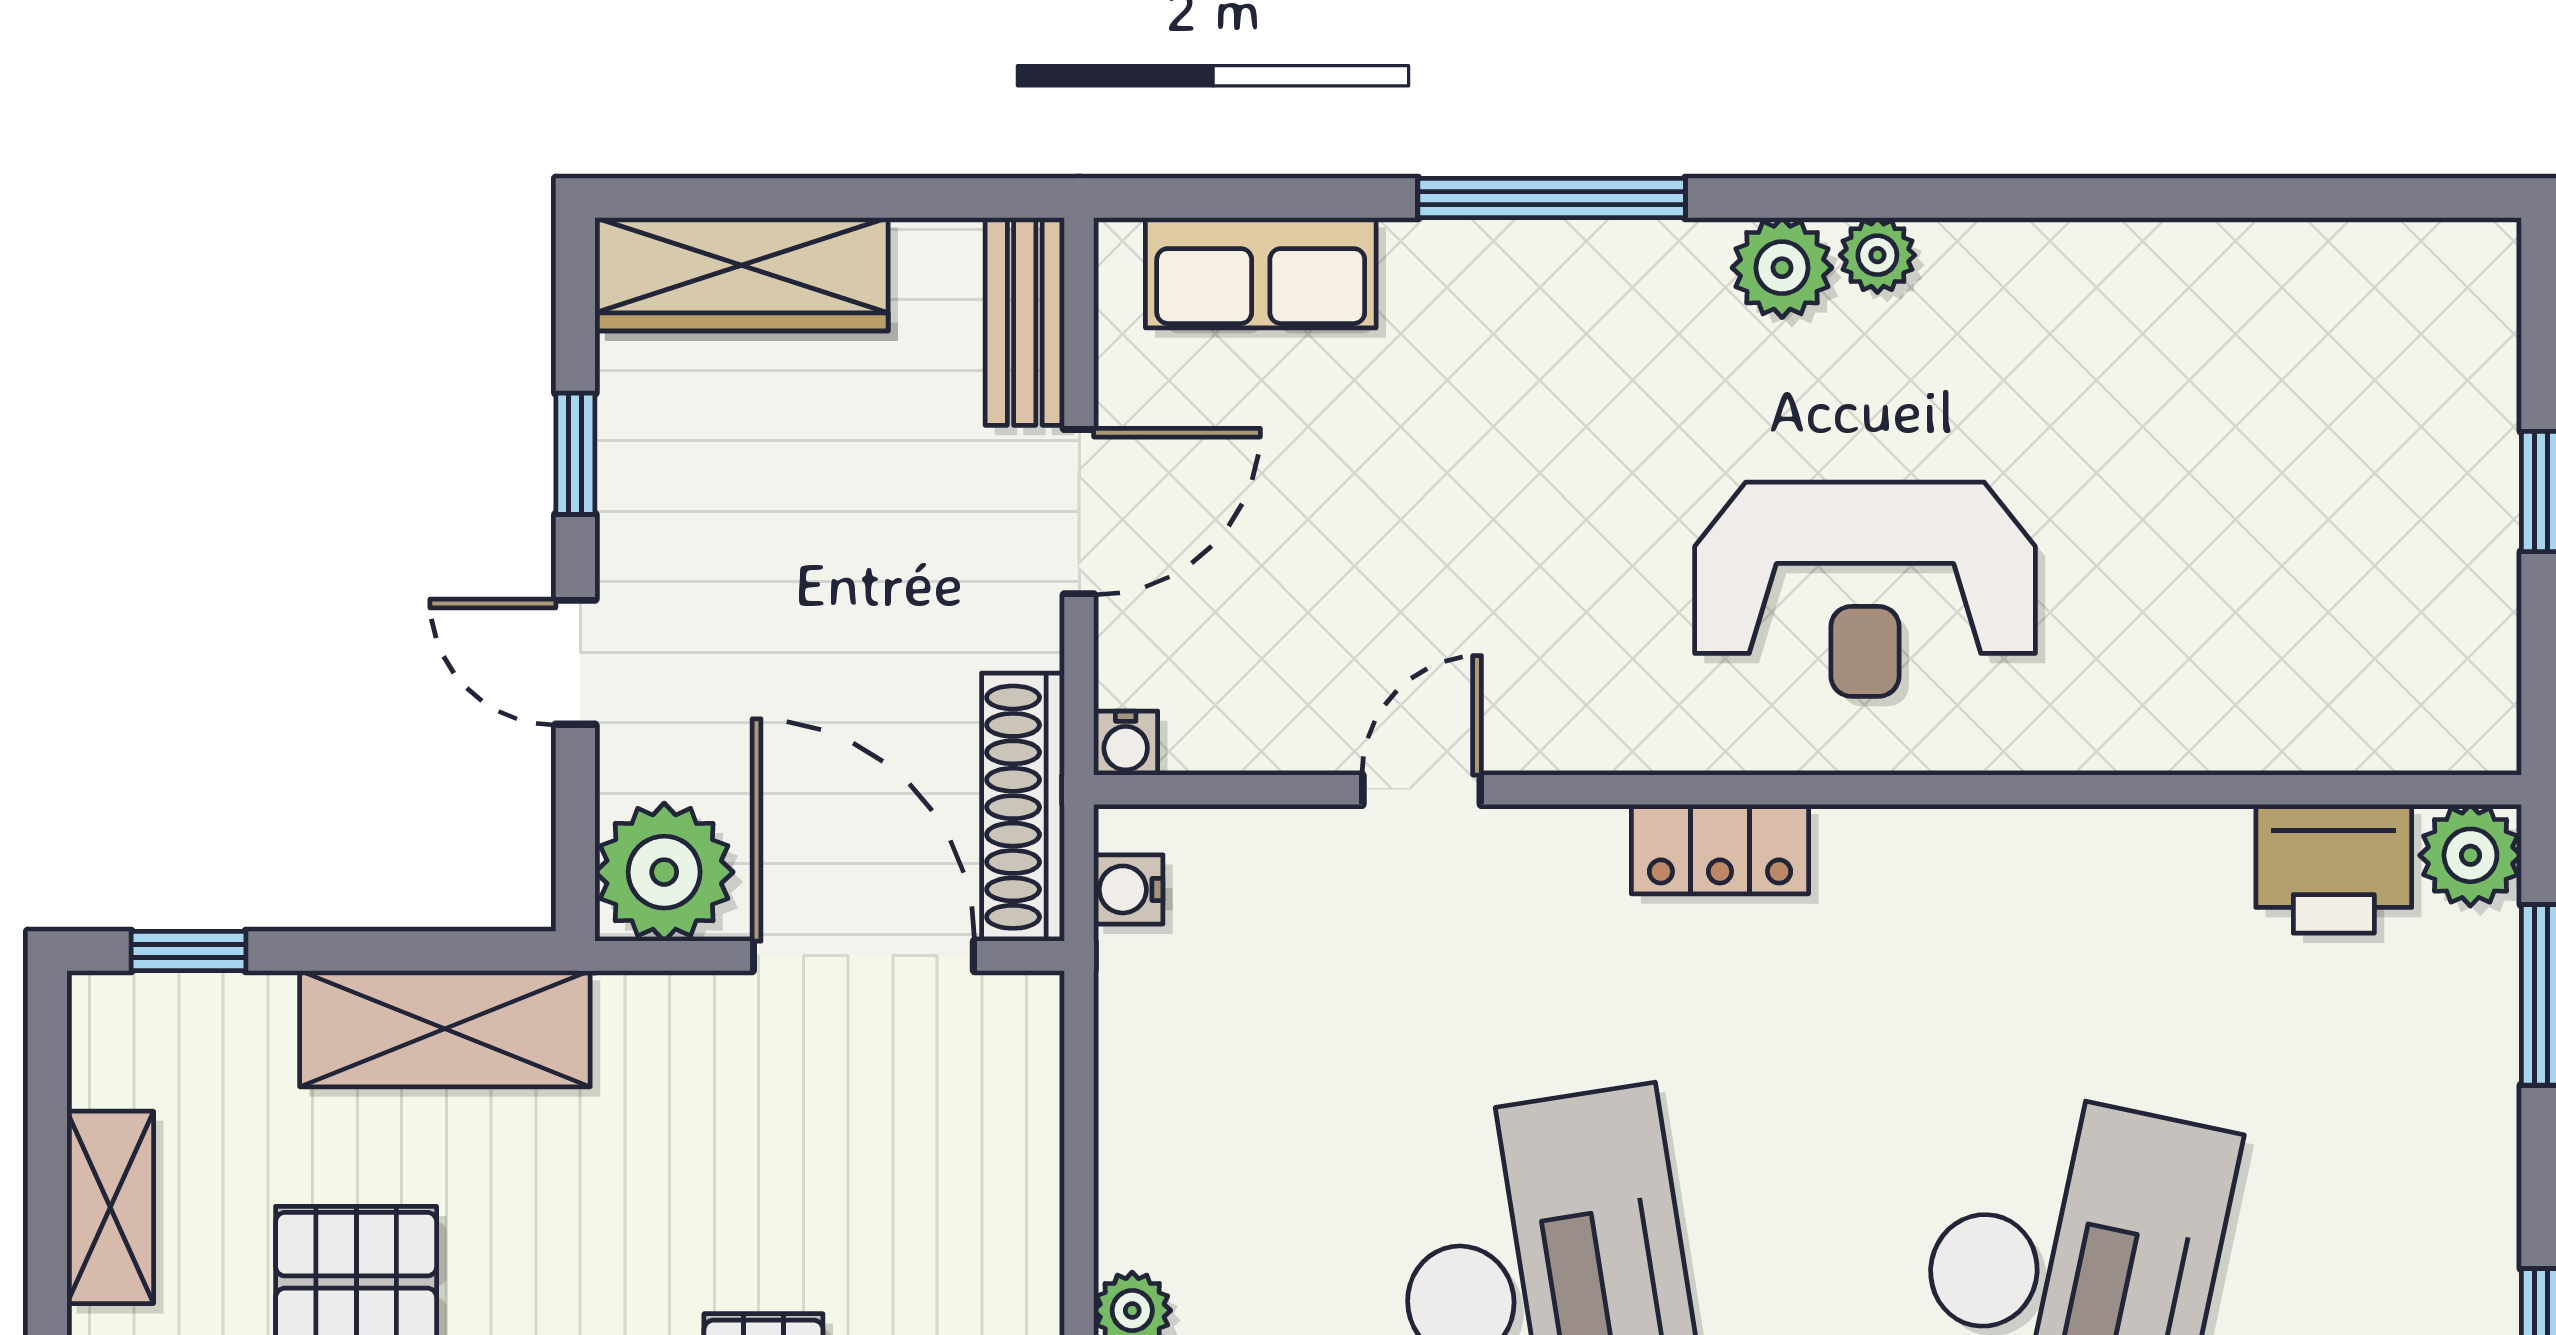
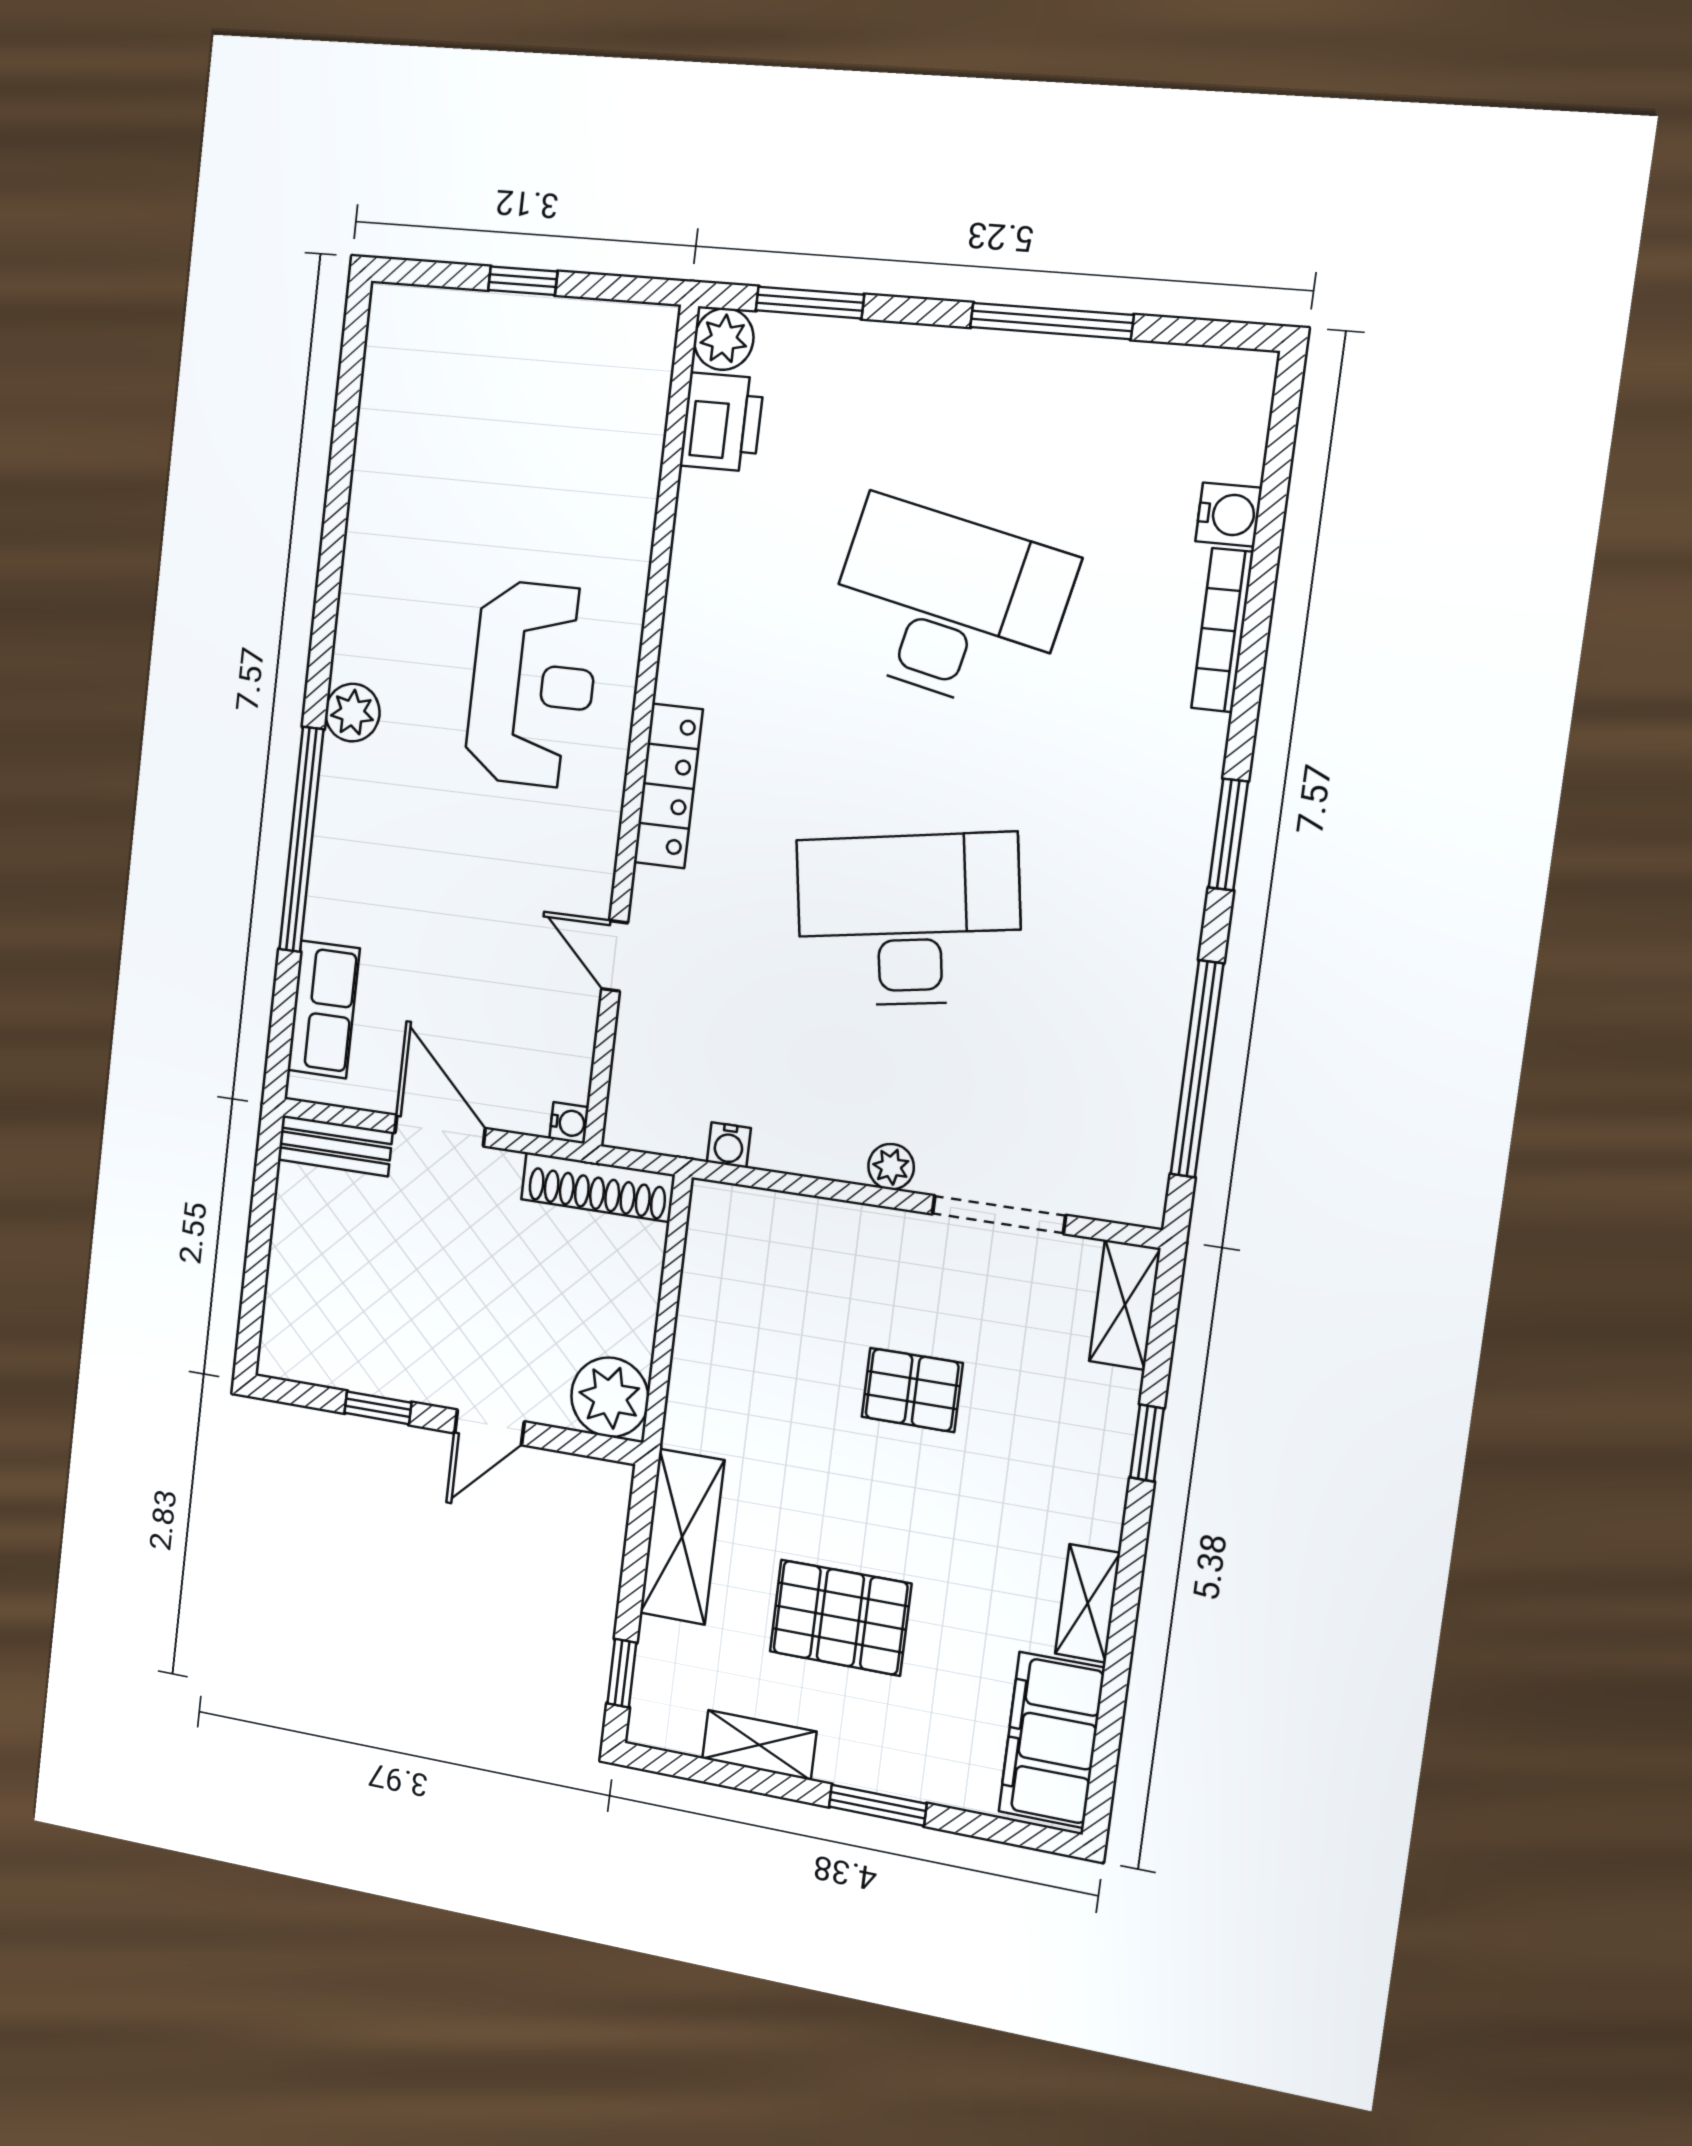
window: (1552, 198) -> (301, 840), width x1.46
plant: (1877, 255) -> (352, 657), removed
wardrobe: (742, 274) -> (293, 1300), removed
locker: (1720, 849) -> (668, 786), width x1.53
water cooler: (1128, 889) -> (729, 1145), moved
door: (863, 956) -> (670, 1291), removed

